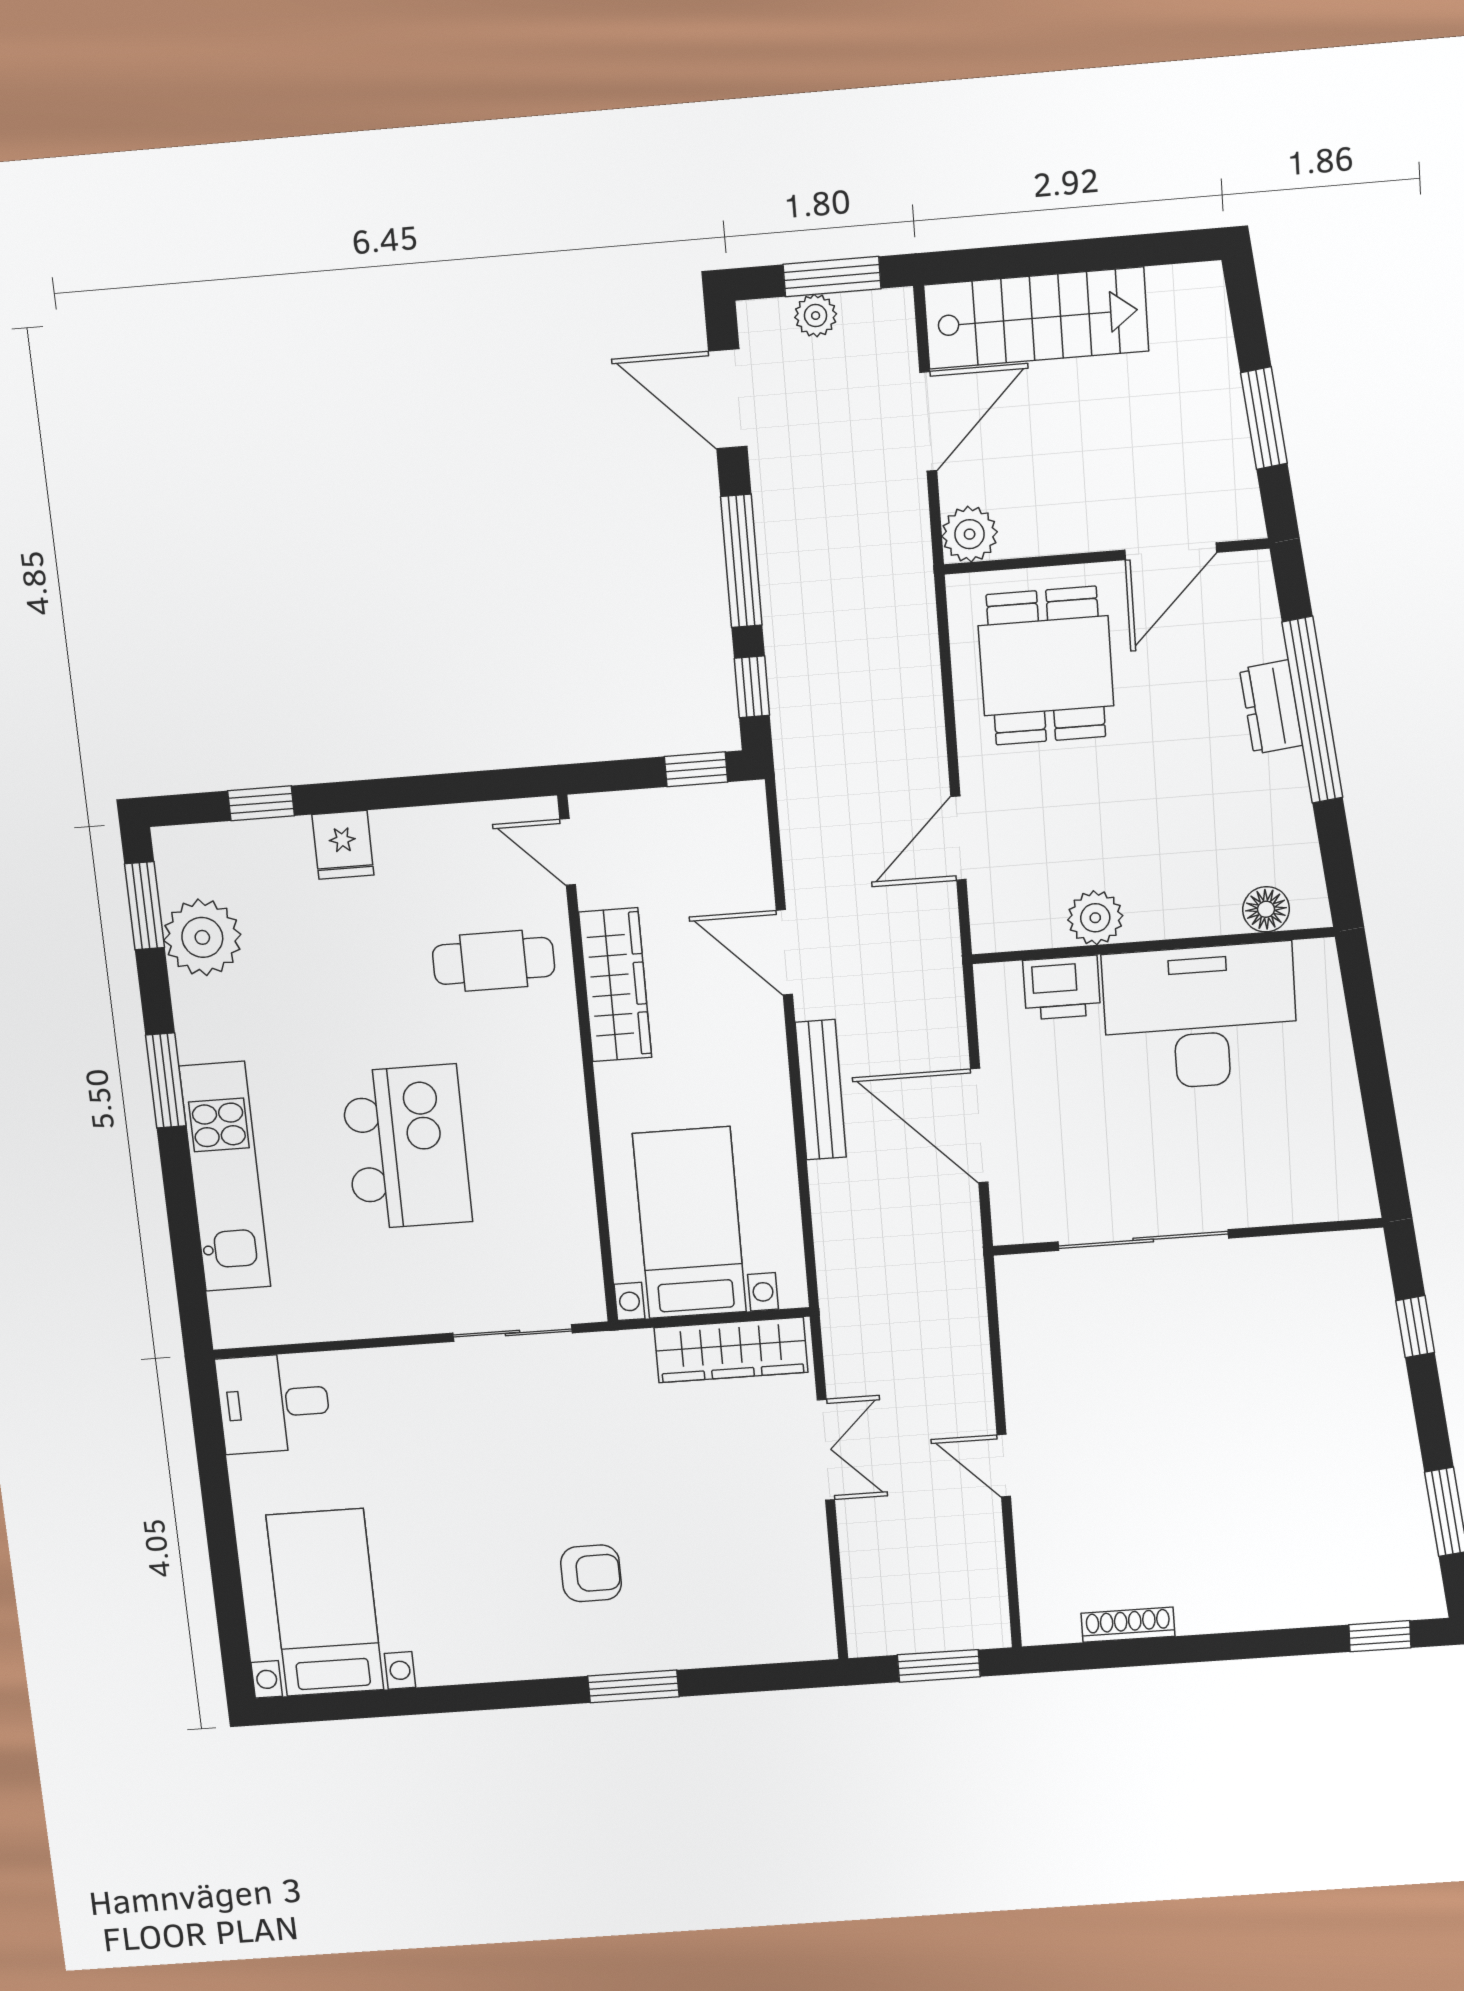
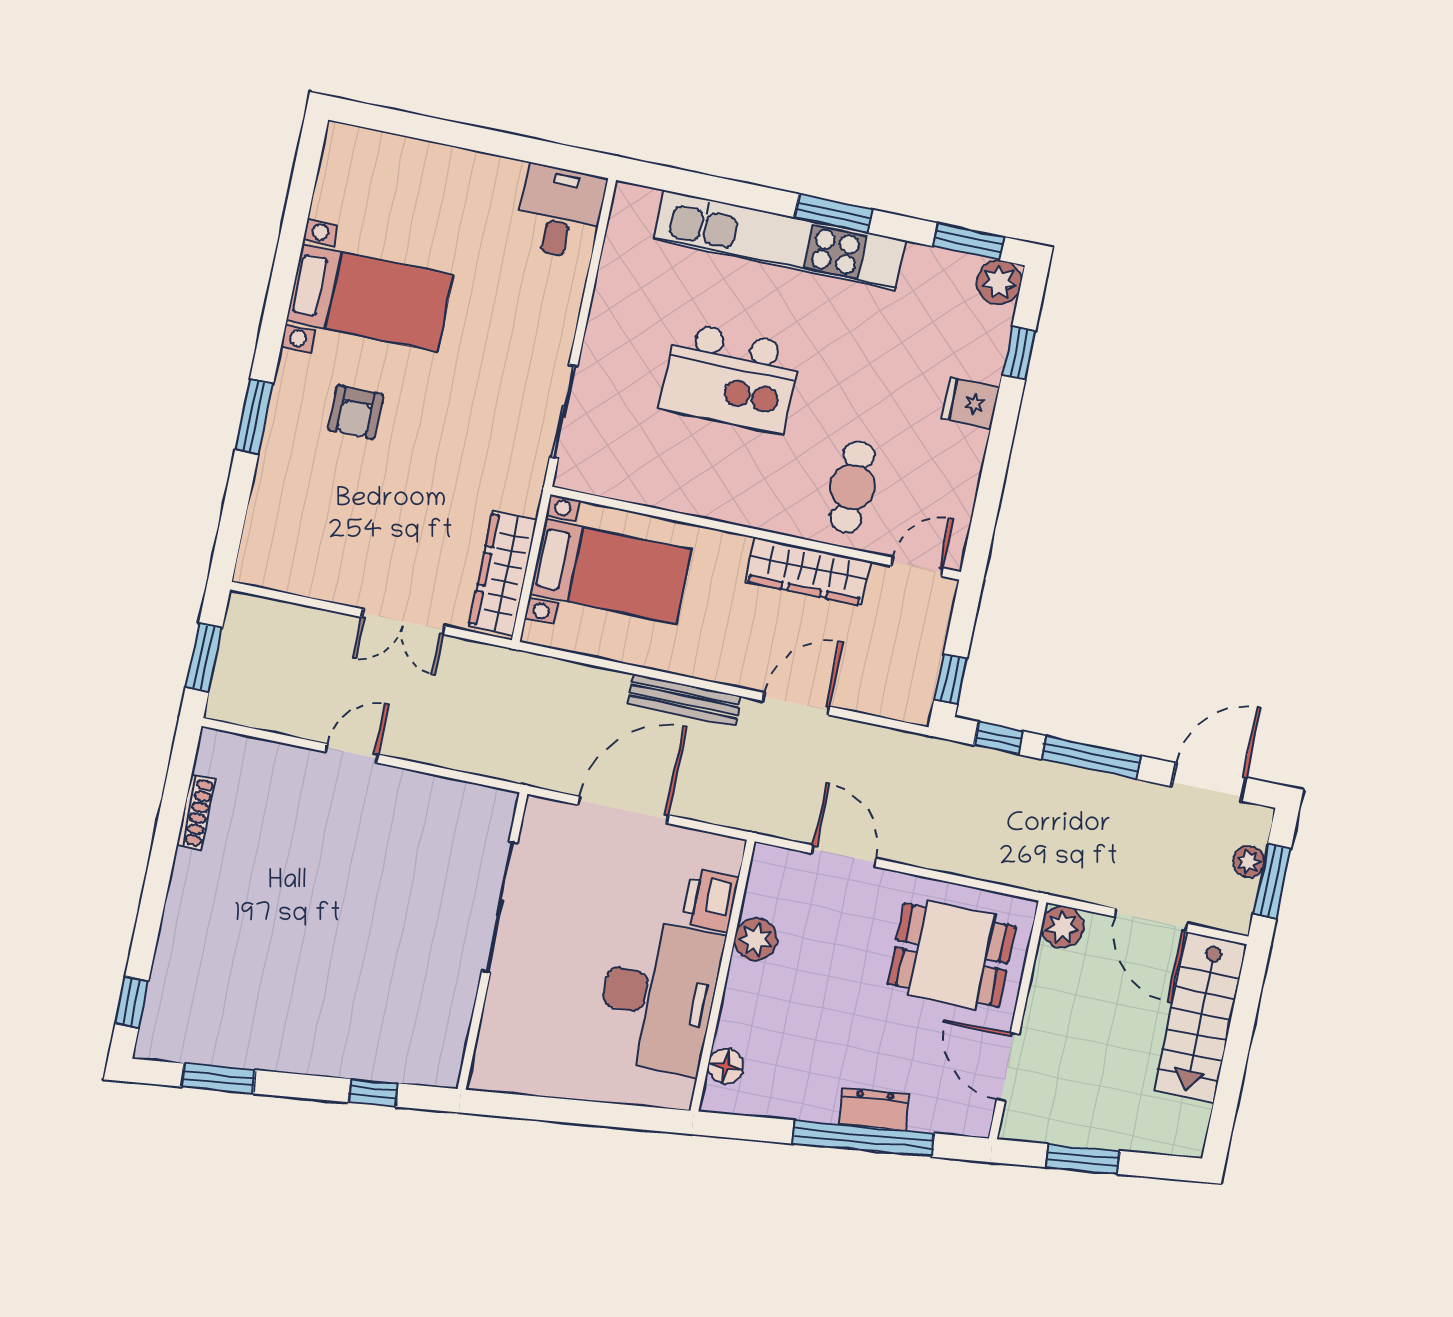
plant: (202, 937) -> (999, 282), moved, width x0.73, depth x0.73
kitchen unit: (225, 1177) -> (779, 240), width x1.36
bed with nightstands: (325, 1603) -> (370, 298), moved

